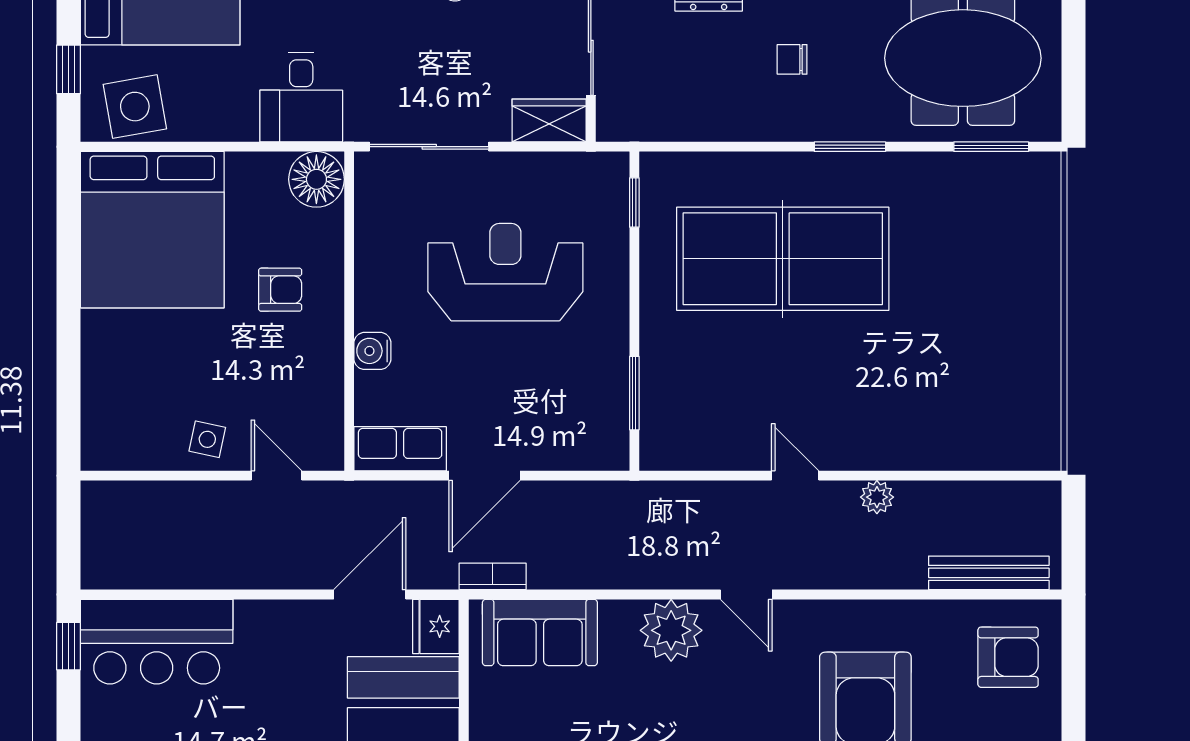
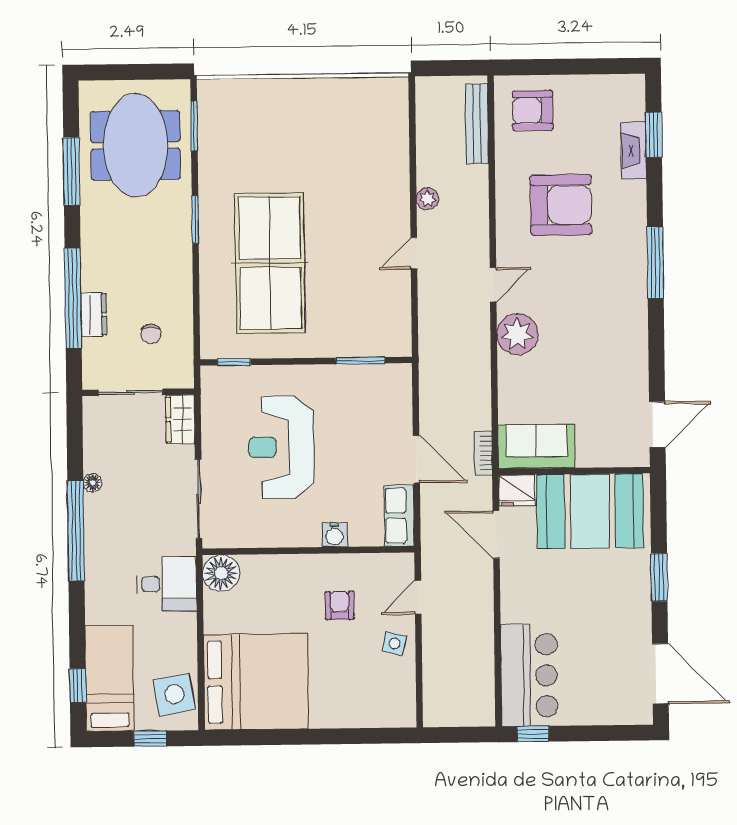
chair: (792, 59) -> (151, 334), moved
armchair: (280, 290) -> (340, 606), moved
sofa: (540, 632) -> (536, 446), moved, turned -90
armchair: (1008, 657) -> (533, 110), turned -90

